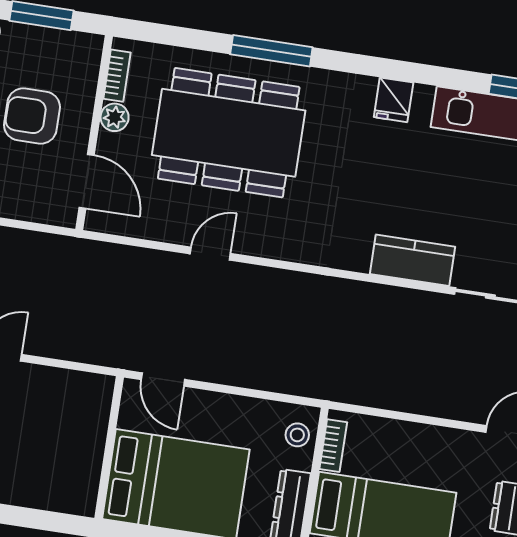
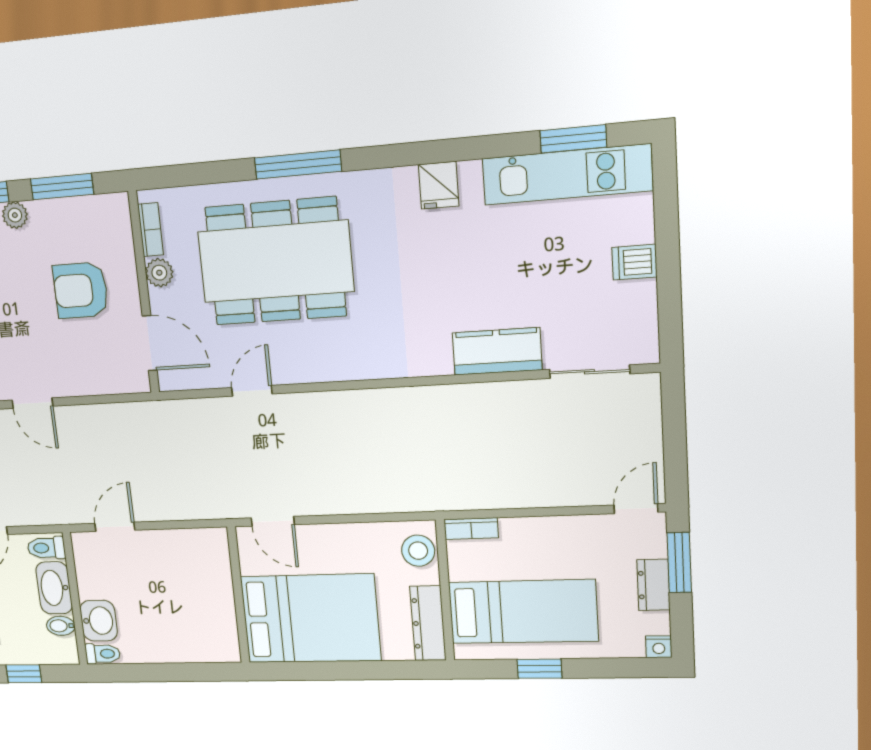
door: (210, 254) -> (252, 391), moved
stool: (297, 435) -> (418, 551), width x1.37, depth x1.37
bookcase: (333, 446) -> (471, 529), moved, turned 90

